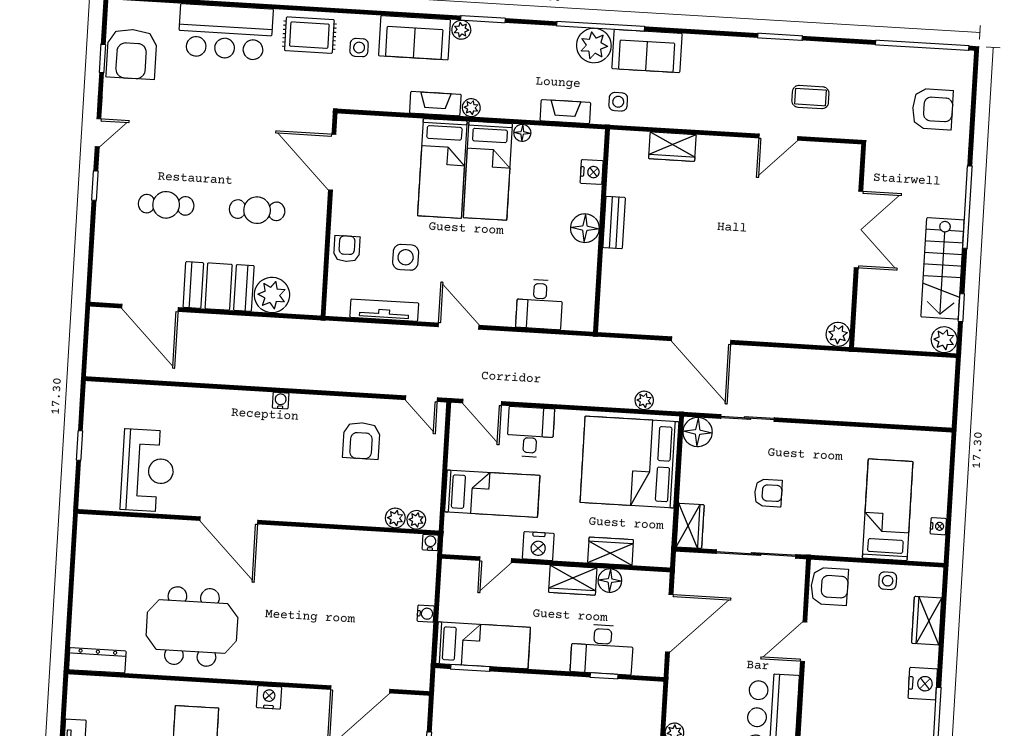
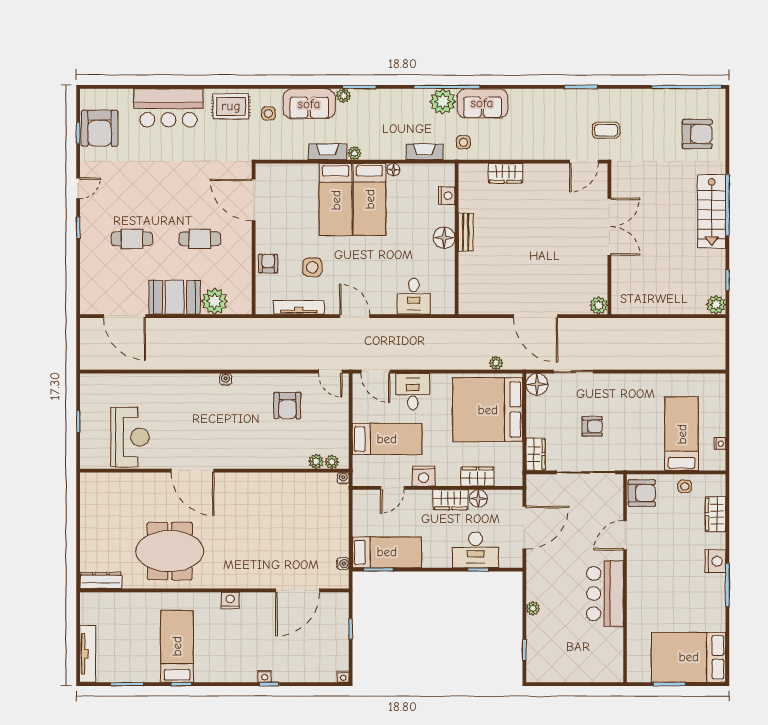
double door: (859, 229) -> (609, 227), moved
wall: (858, 246) -> (609, 239), moved
stairs: (943, 268) -> (712, 212), moved
plant: (838, 334) -> (599, 305), moved
water cooler: (426, 614) -> (343, 564), moved

